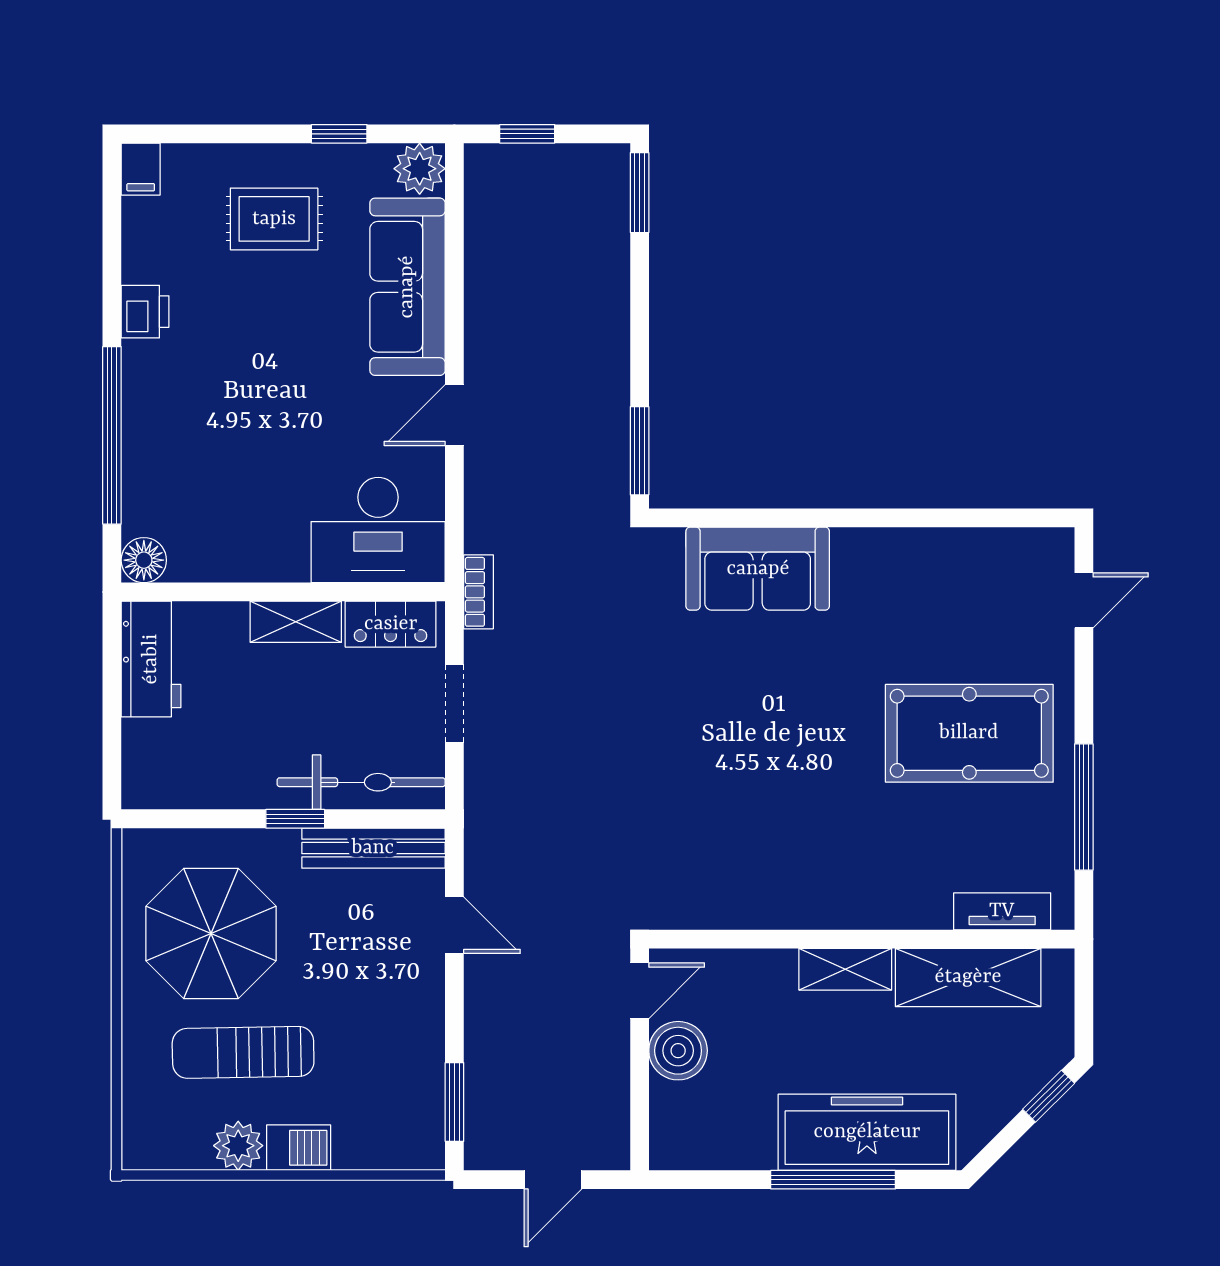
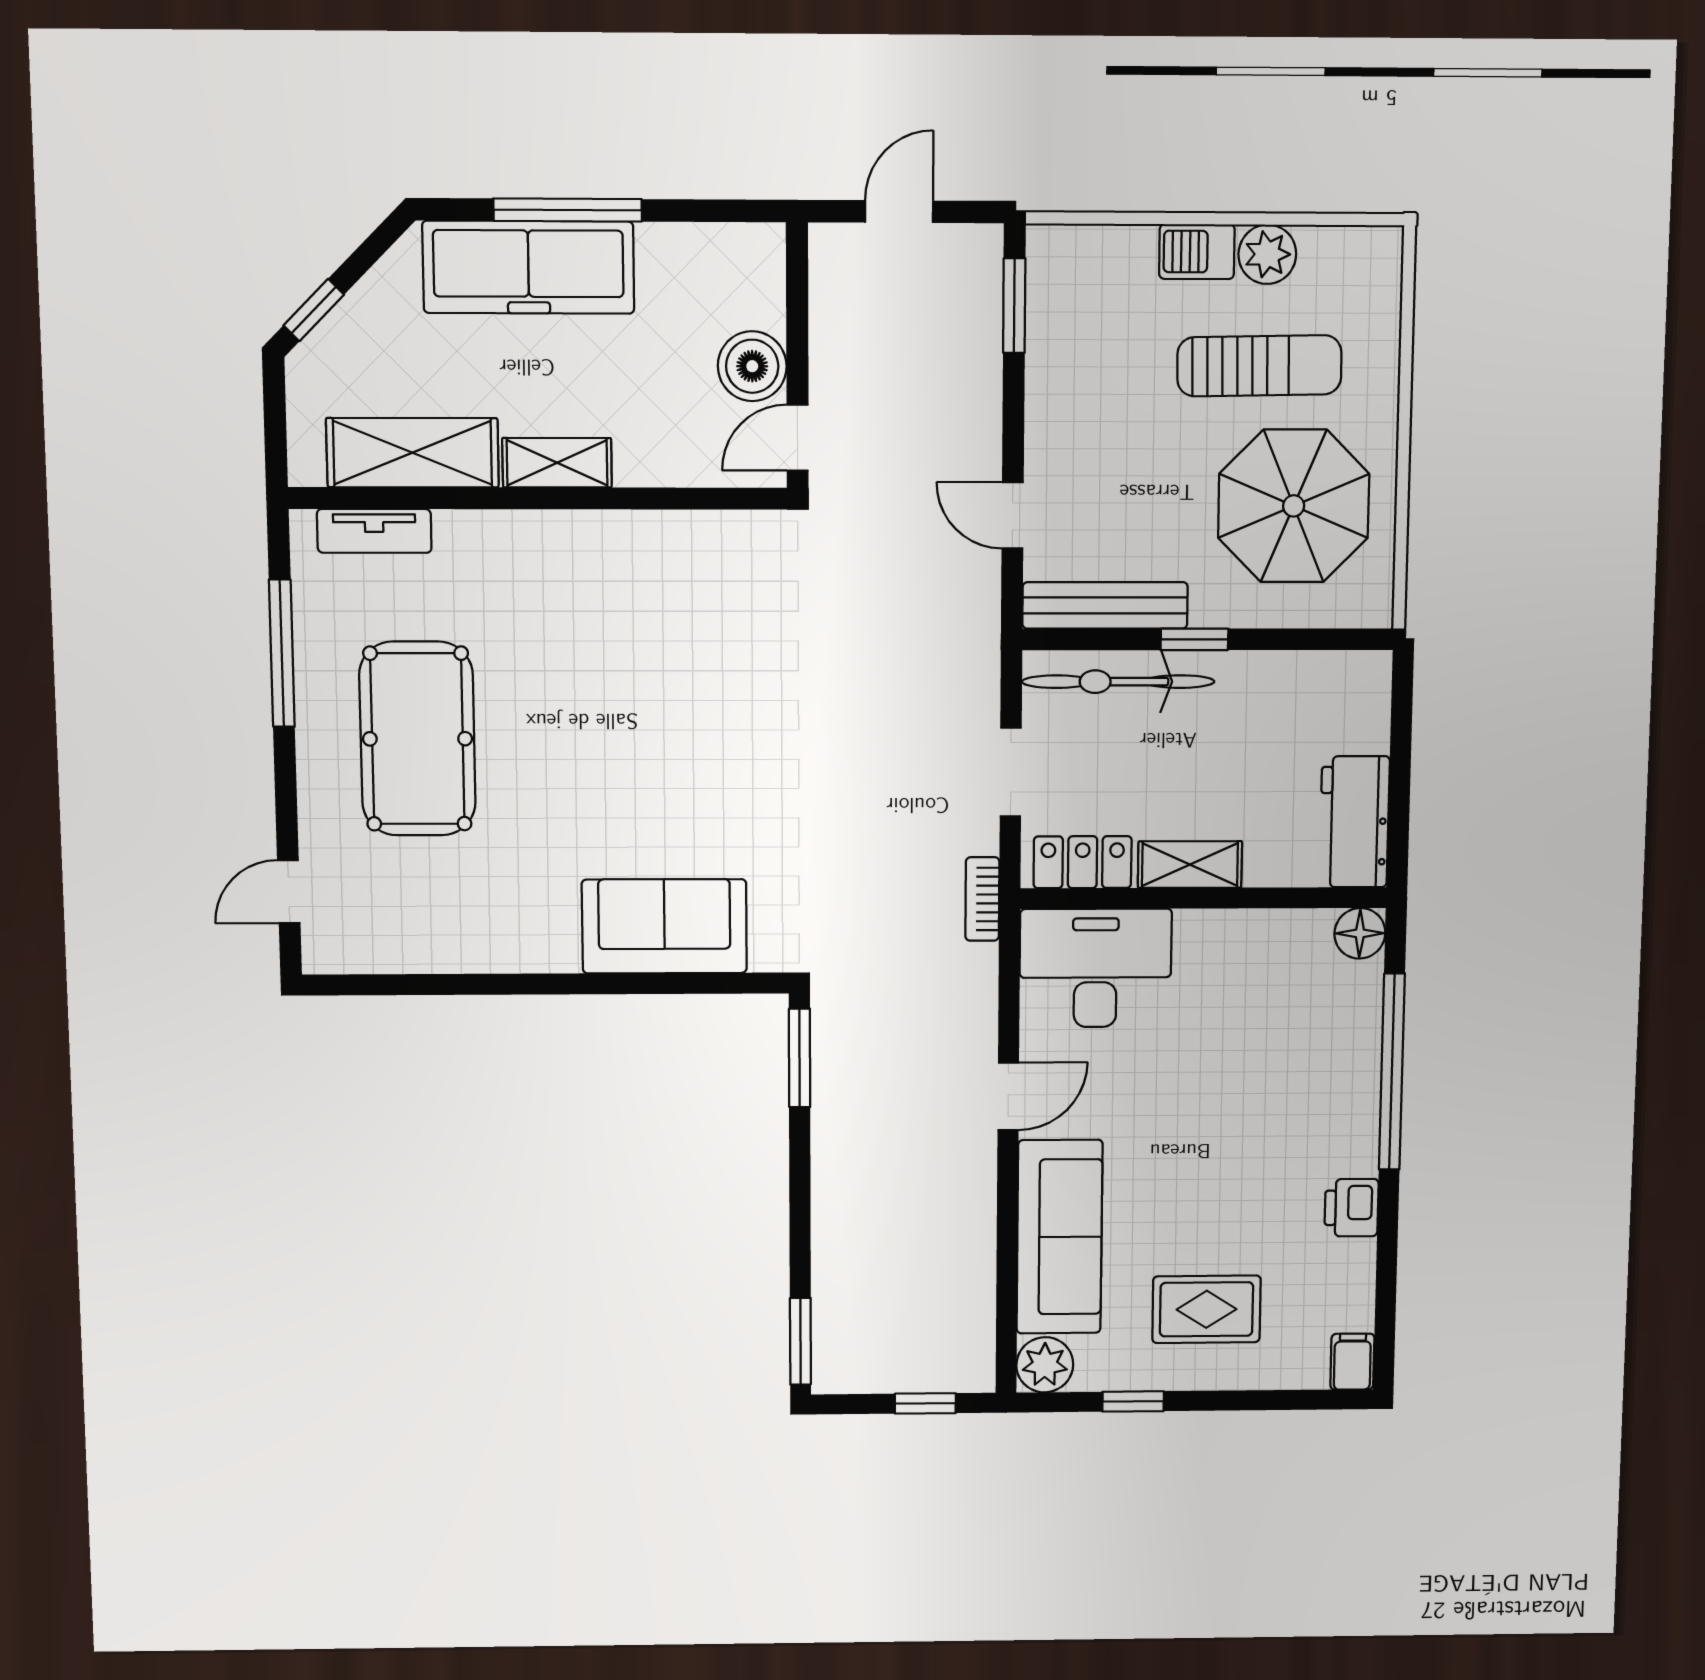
pool table: (969, 733) -> (418, 739), turned 90

